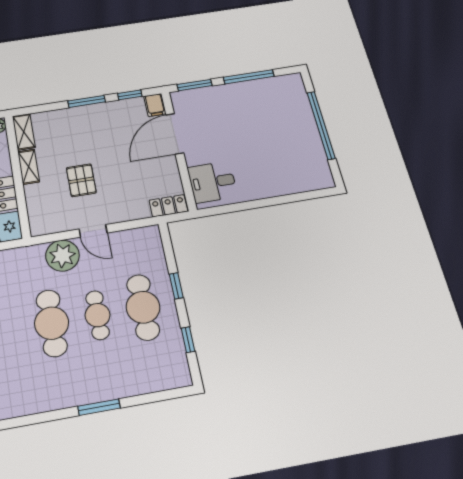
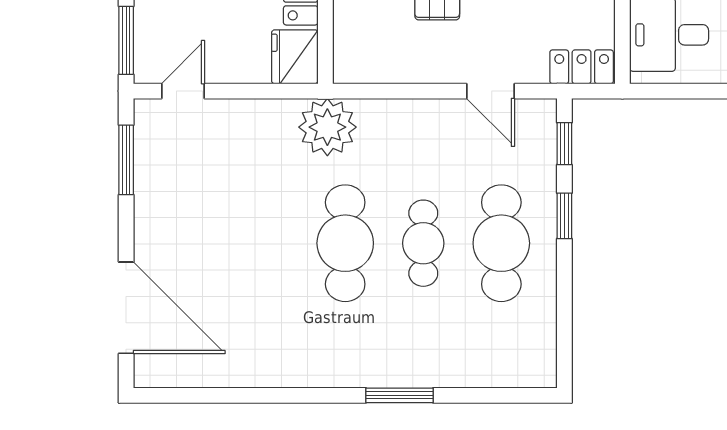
door: (93, 231) -> (490, 91), moved
plant: (62, 256) -> (327, 127), moved
window: (188, 340) -> (564, 144), moved

